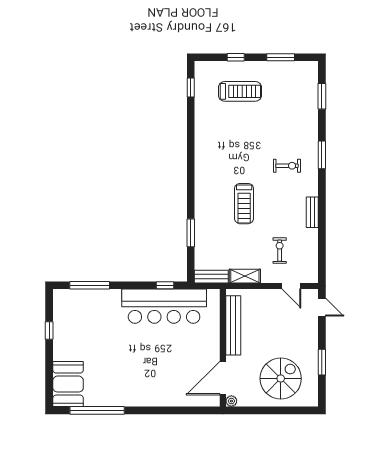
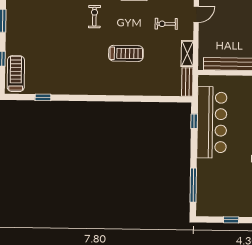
window: (191, 87) -> (43, 97), moved
treadmill: (240, 91) -> (16, 74), moved
window: (191, 233) -> (150, 99), removed

